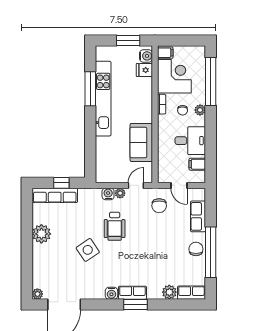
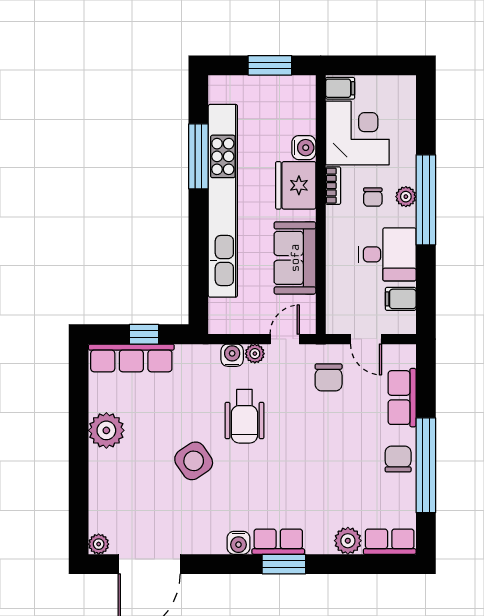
water cooler: (146, 56) -> (304, 148), moved
fridge: (144, 70) -> (296, 185), moved, width x1.88, depth x1.34
window: (211, 82) -> (426, 200), moved
kitchen unit: (103, 99) -> (223, 201), width x1.36

